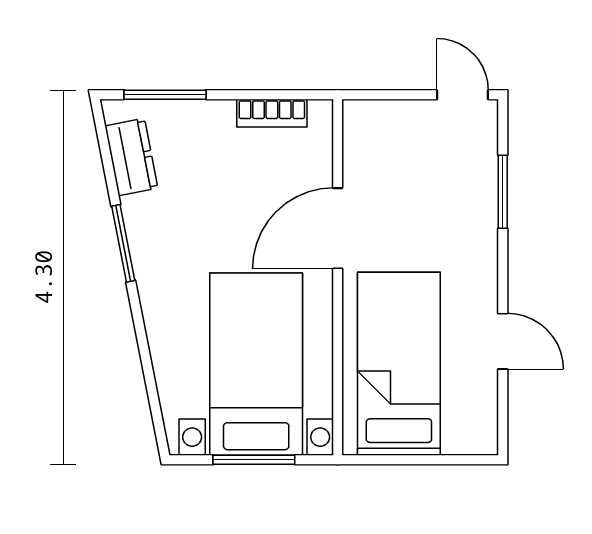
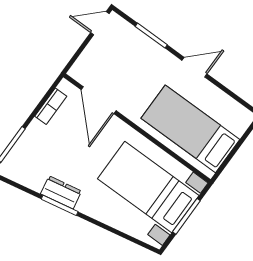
dresser: (131, 157) -> (61, 192), moved
door: (338, 228) -> (99, 100), moved
door: (503, 341) -> (194, 67), moved

